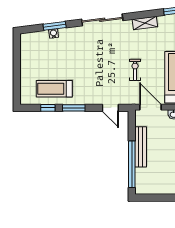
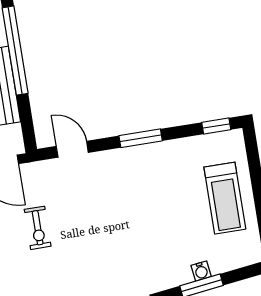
treadmill: (54, 89) -> (225, 198), moved, turned 90
window: (48, 108) -> (216, 126), moved

